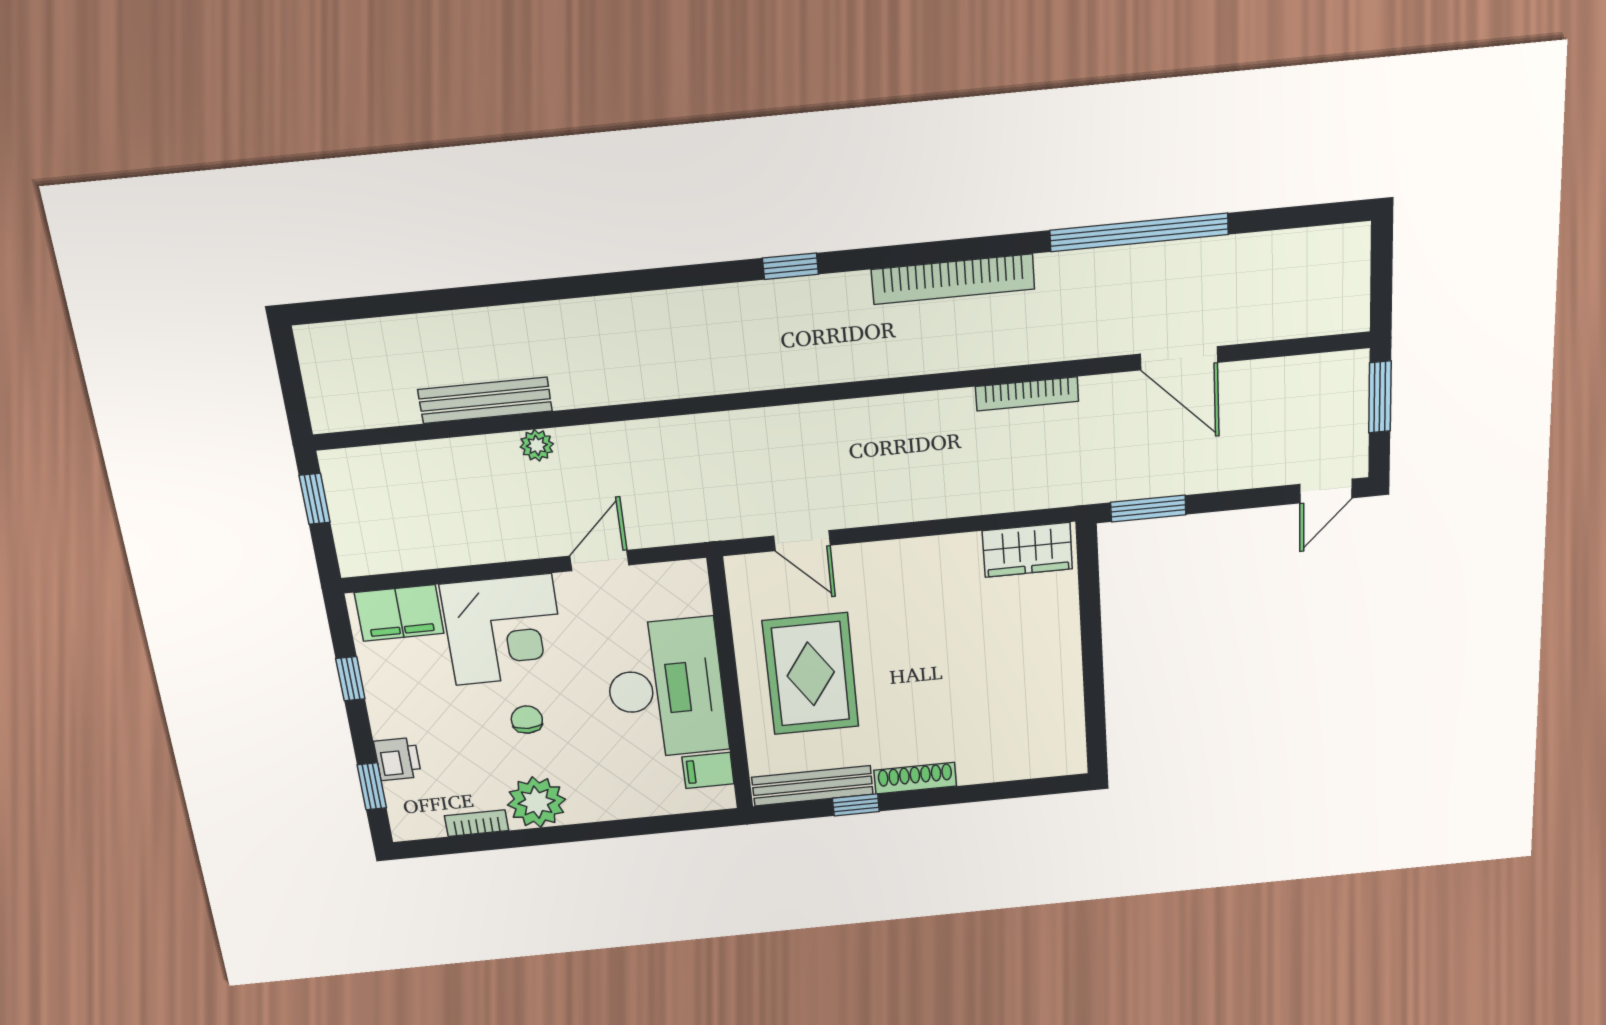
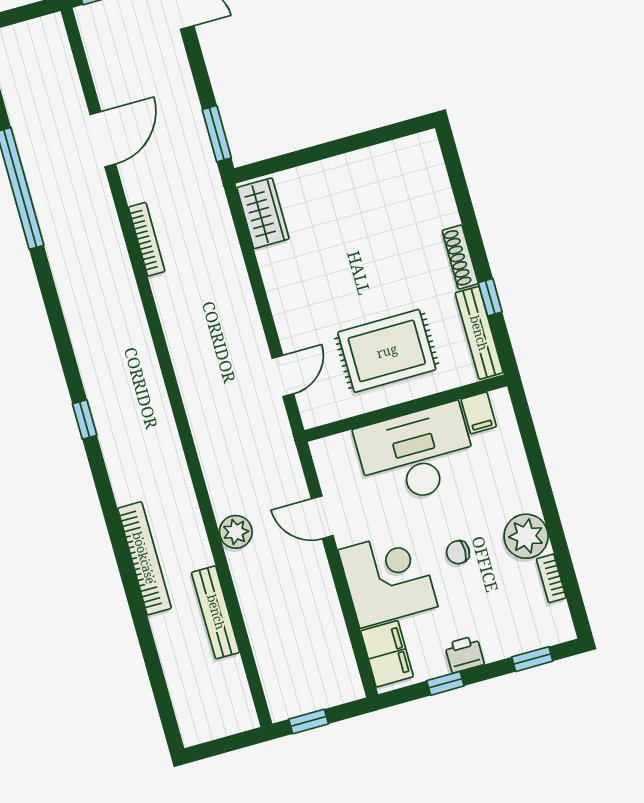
bookcase: (953, 279) -> (144, 558), moved
plant: (537, 445) -> (236, 532), moved, width x1.38, depth x1.38
printer: (398, 759) -> (464, 654), moved

